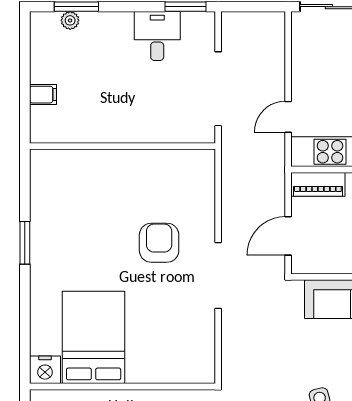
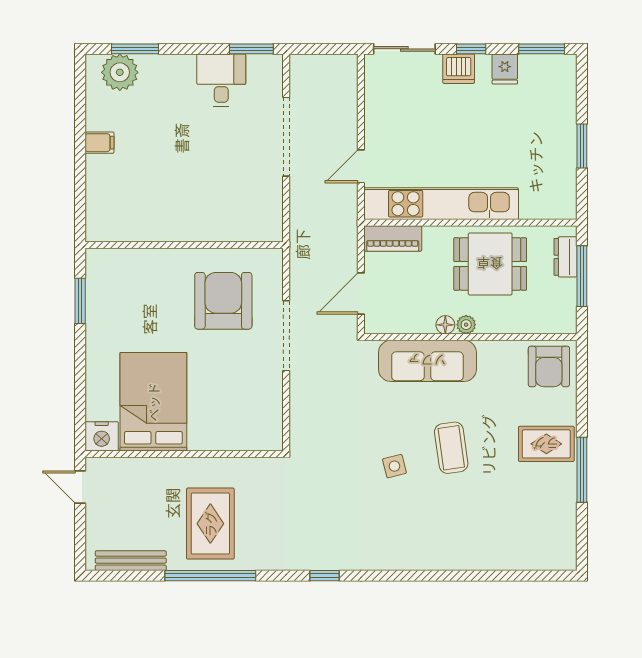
plant: (70, 20) -> (120, 72), width x1.87, depth x1.87
wall: (122, 146) -> (184, 245), moved
armchair: (159, 243) -> (223, 301), width x1.36, depth x1.36

